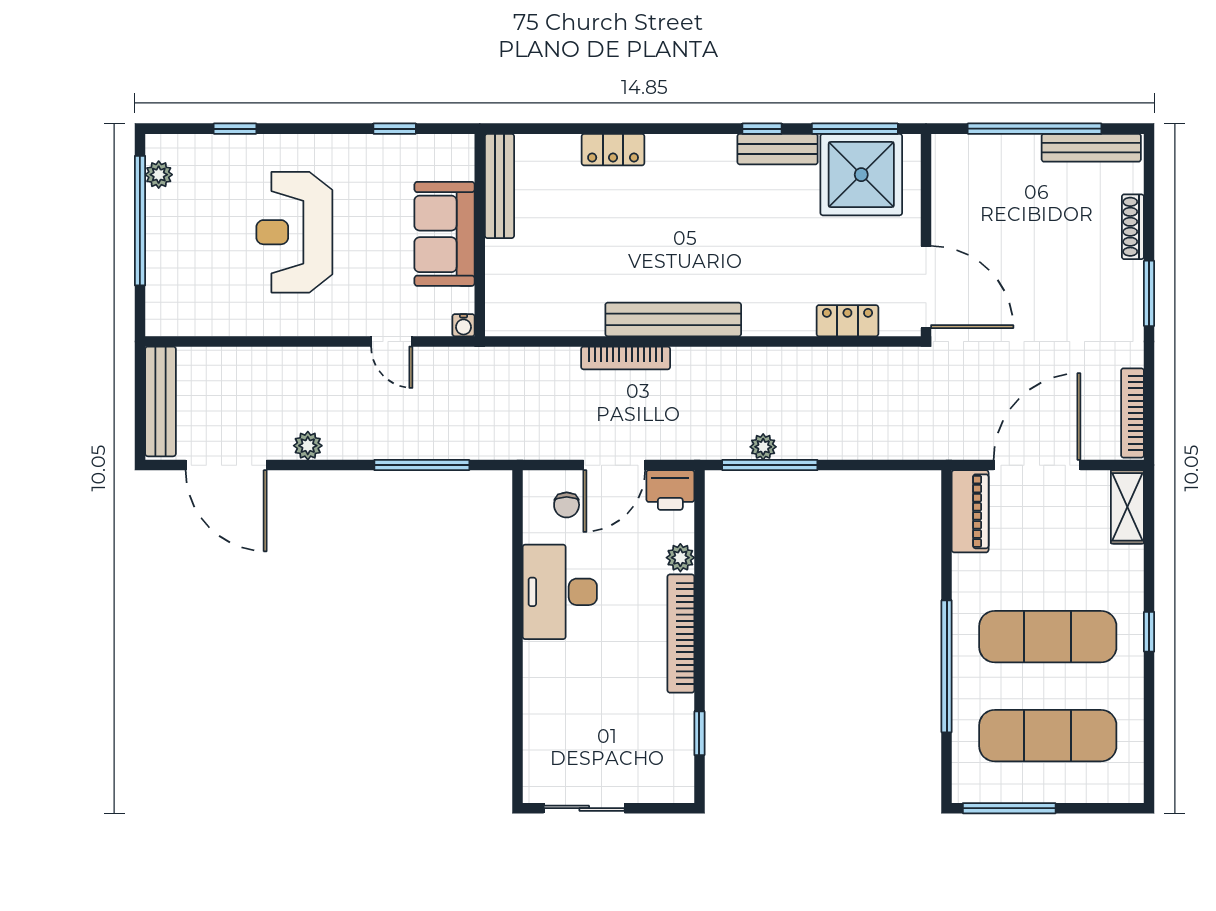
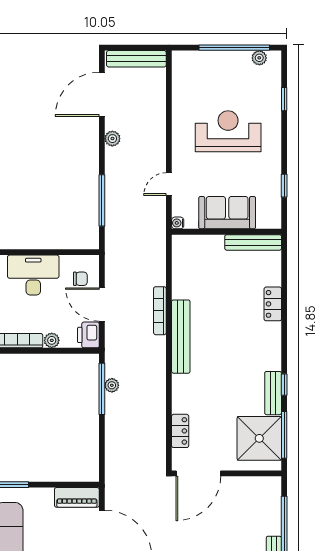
chair: (567, 505) -> (80, 279), turned 180

